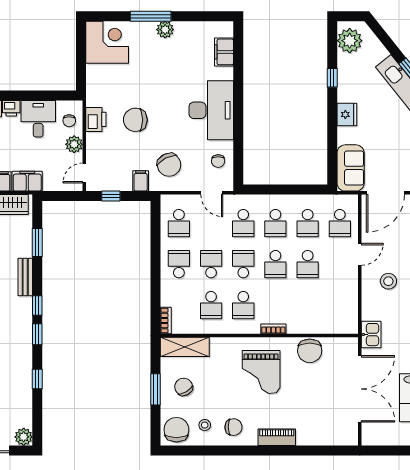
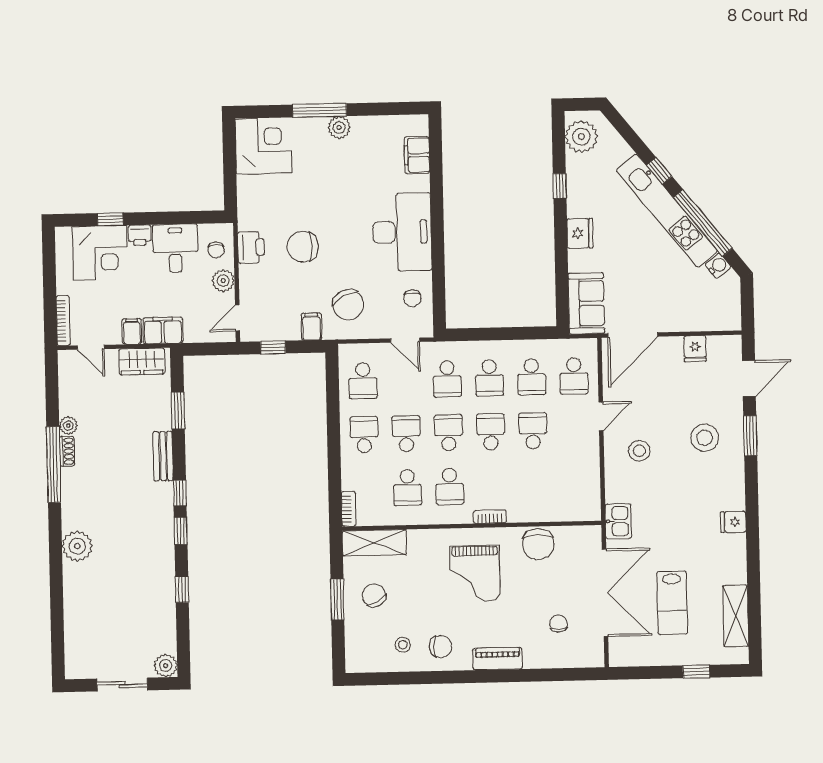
school desk: (275, 264) -> (491, 432), turned 180
school desk: (308, 264) -> (533, 431), turned 180
chair: (176, 430) -> (559, 624), moved, width x0.54, depth x0.54

